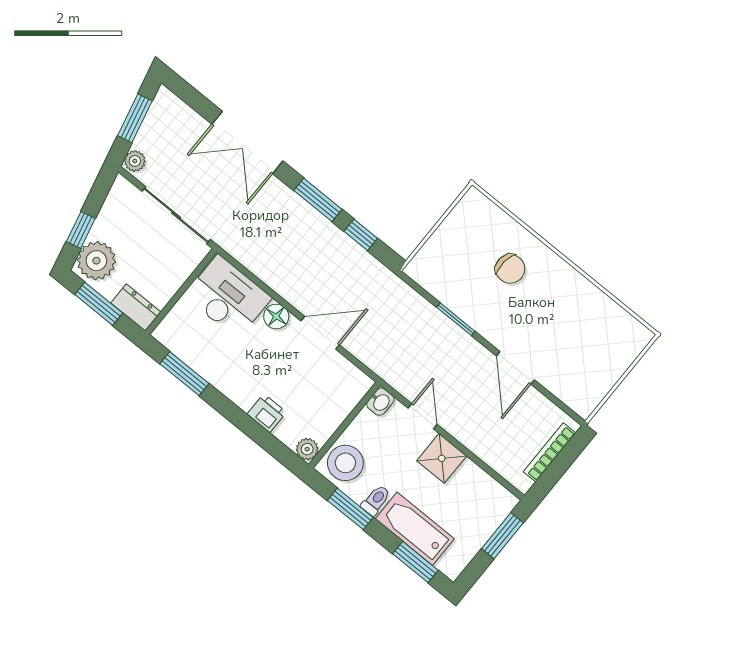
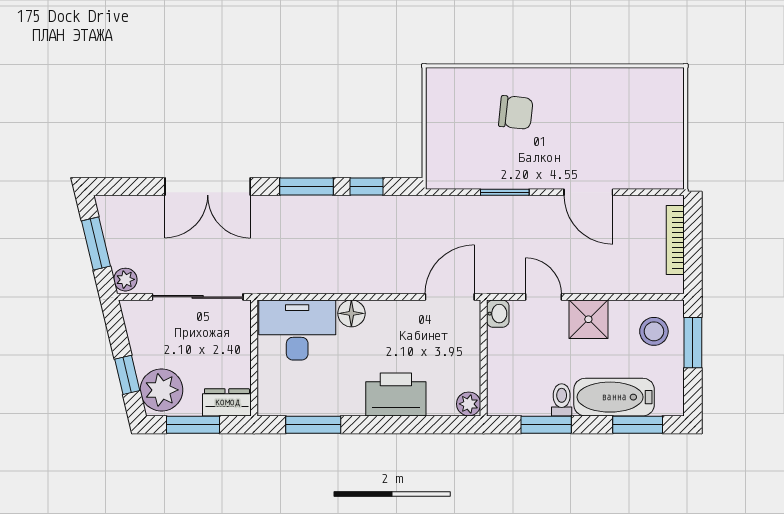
door: (320, 333) -> (450, 297), moved
printer: (267, 413) -> (396, 394), width x1.87, depth x1.48
stool: (345, 463) -> (654, 331), moved, width x0.73, depth x0.73

